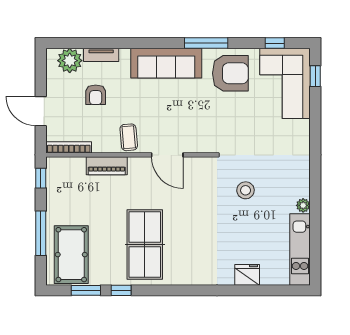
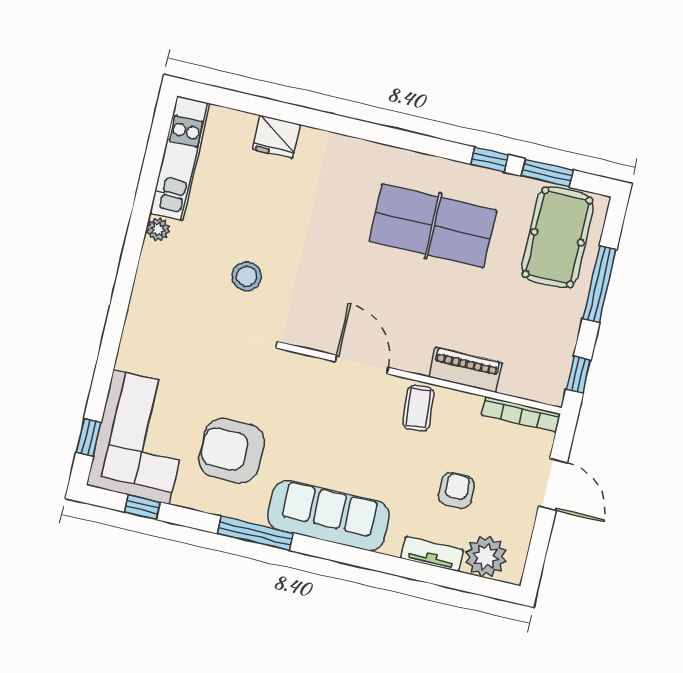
armchair: (230, 73) -> (231, 451), moved
table tennis table: (145, 245) -> (433, 226), turned 90

